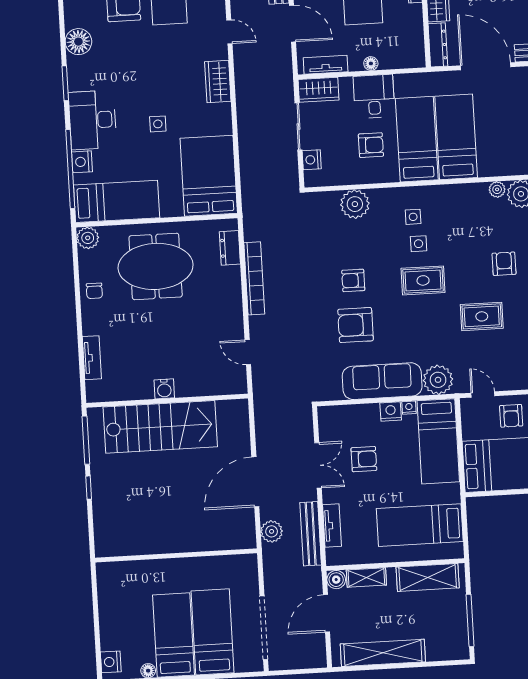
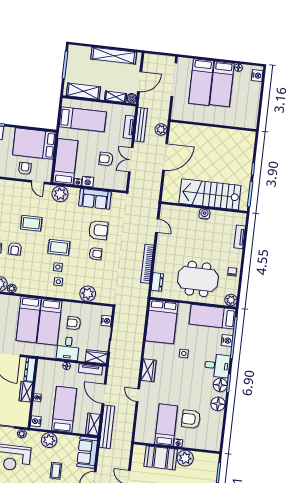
floor lamp: (80, 77) -> (220, 385), added
desk: (93, 120) -> (217, 366), width x0.73
sofa: (382, 381) -> (95, 199), width x0.73

